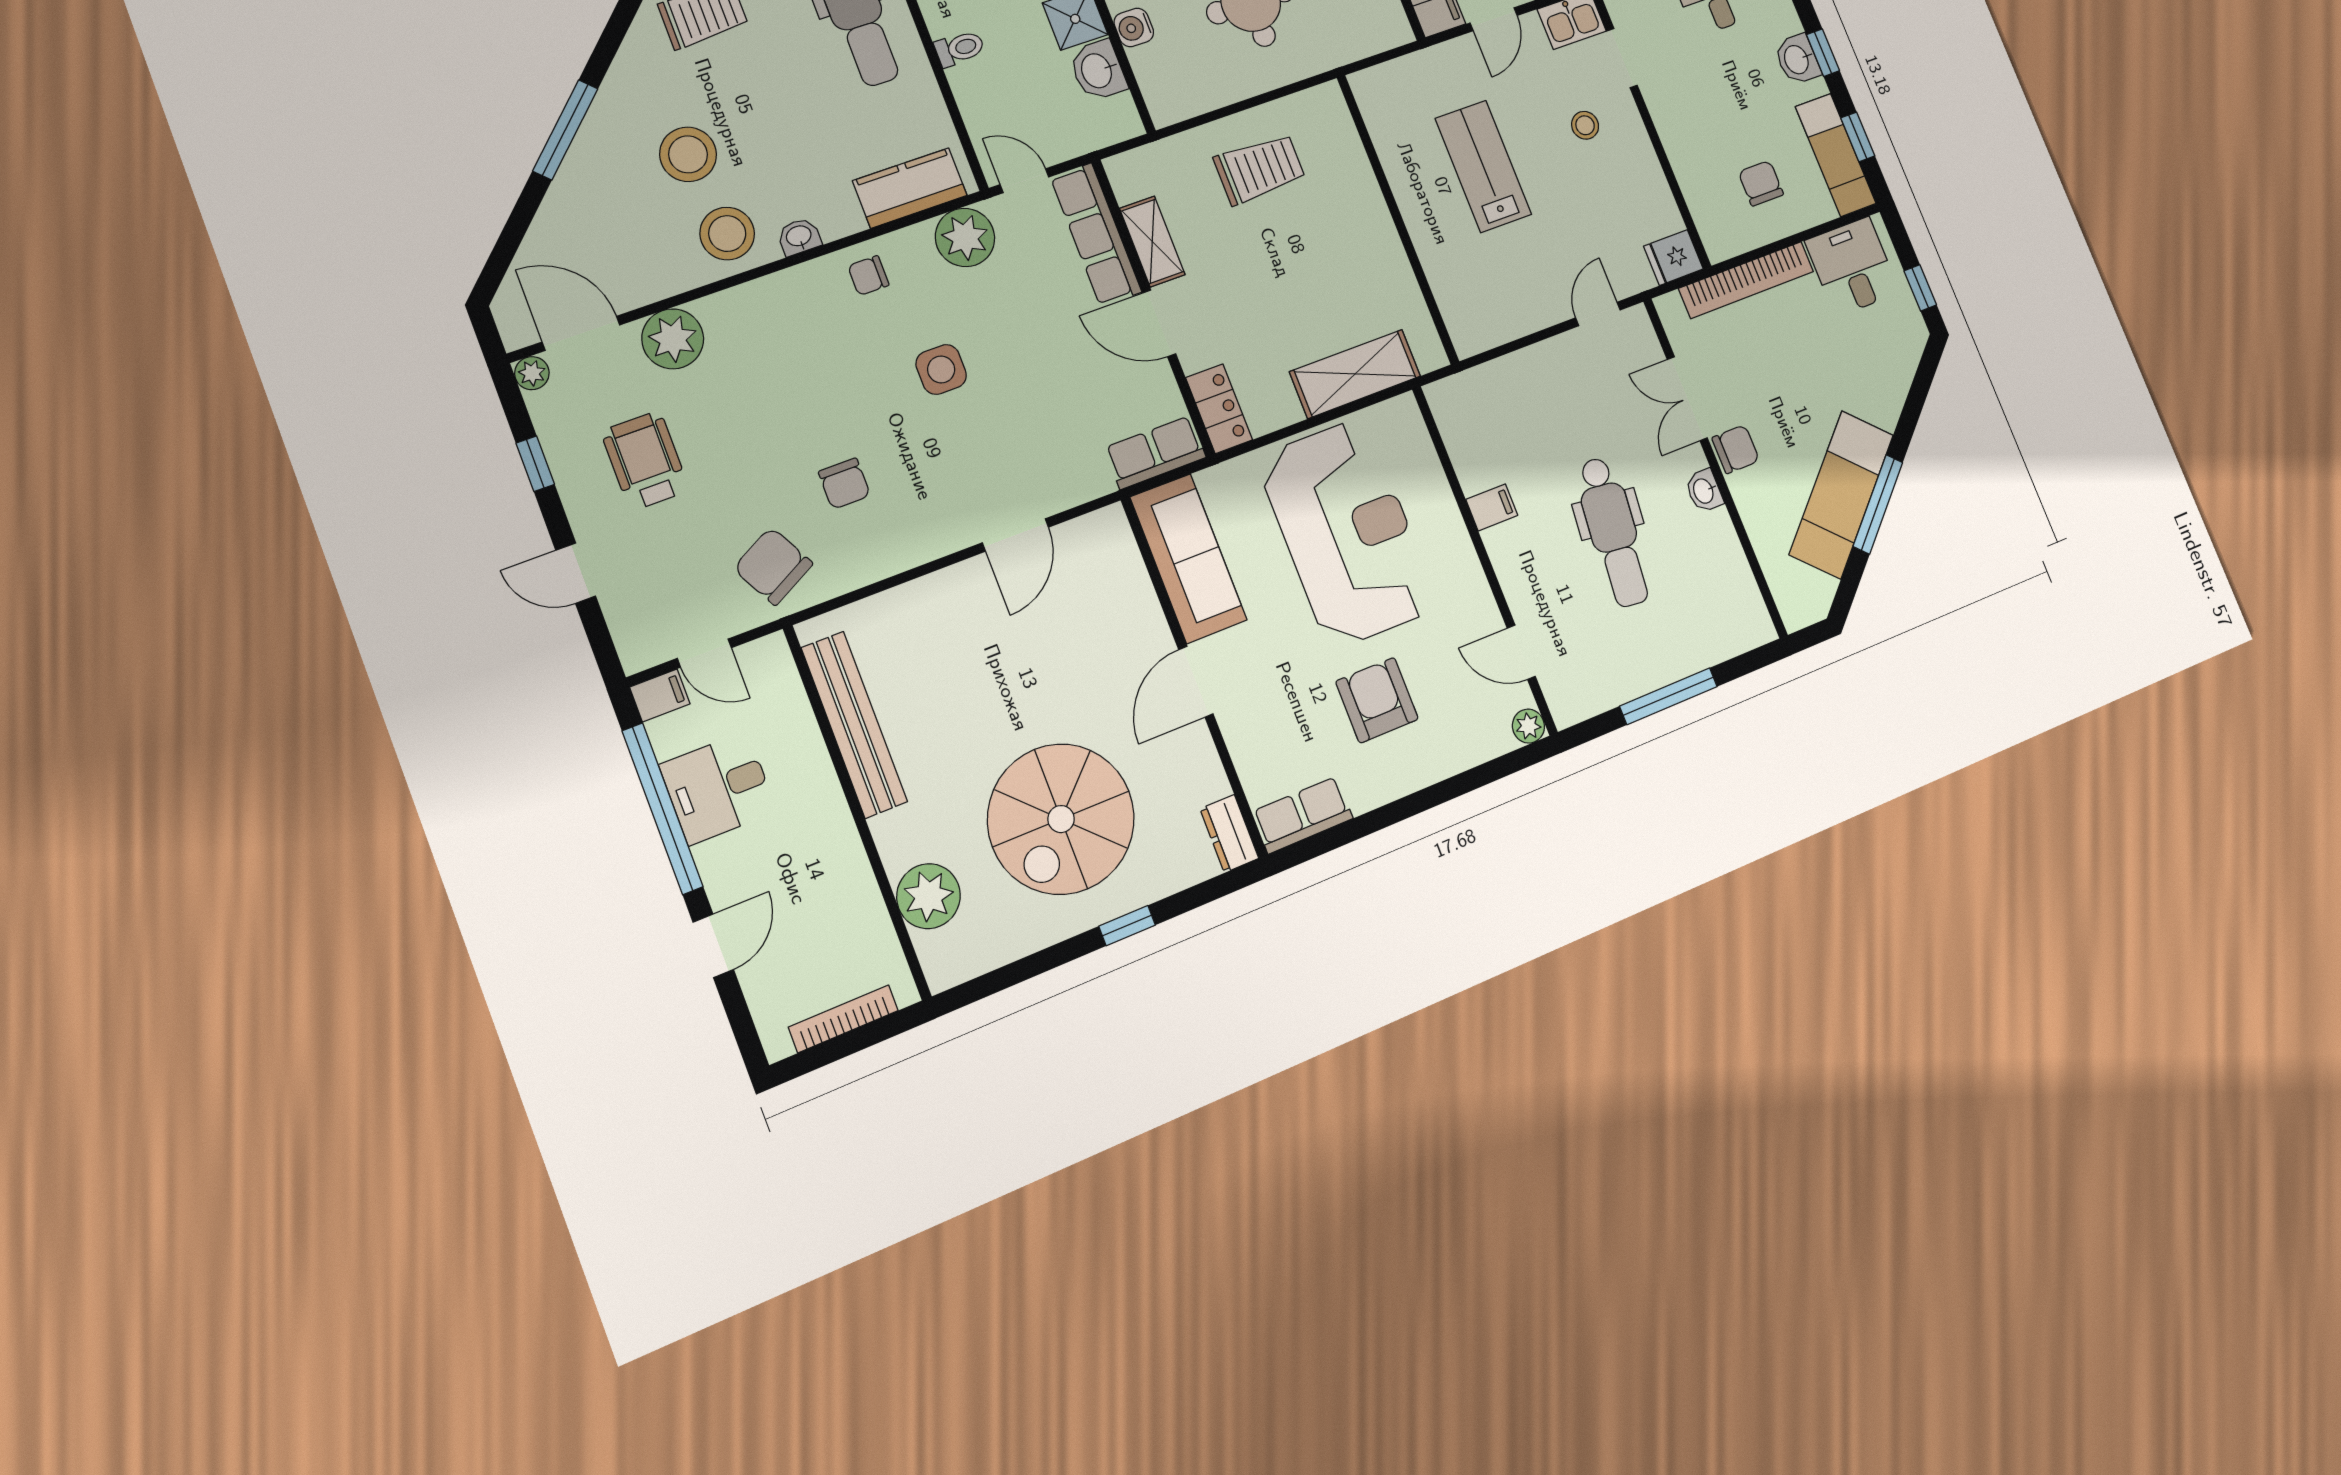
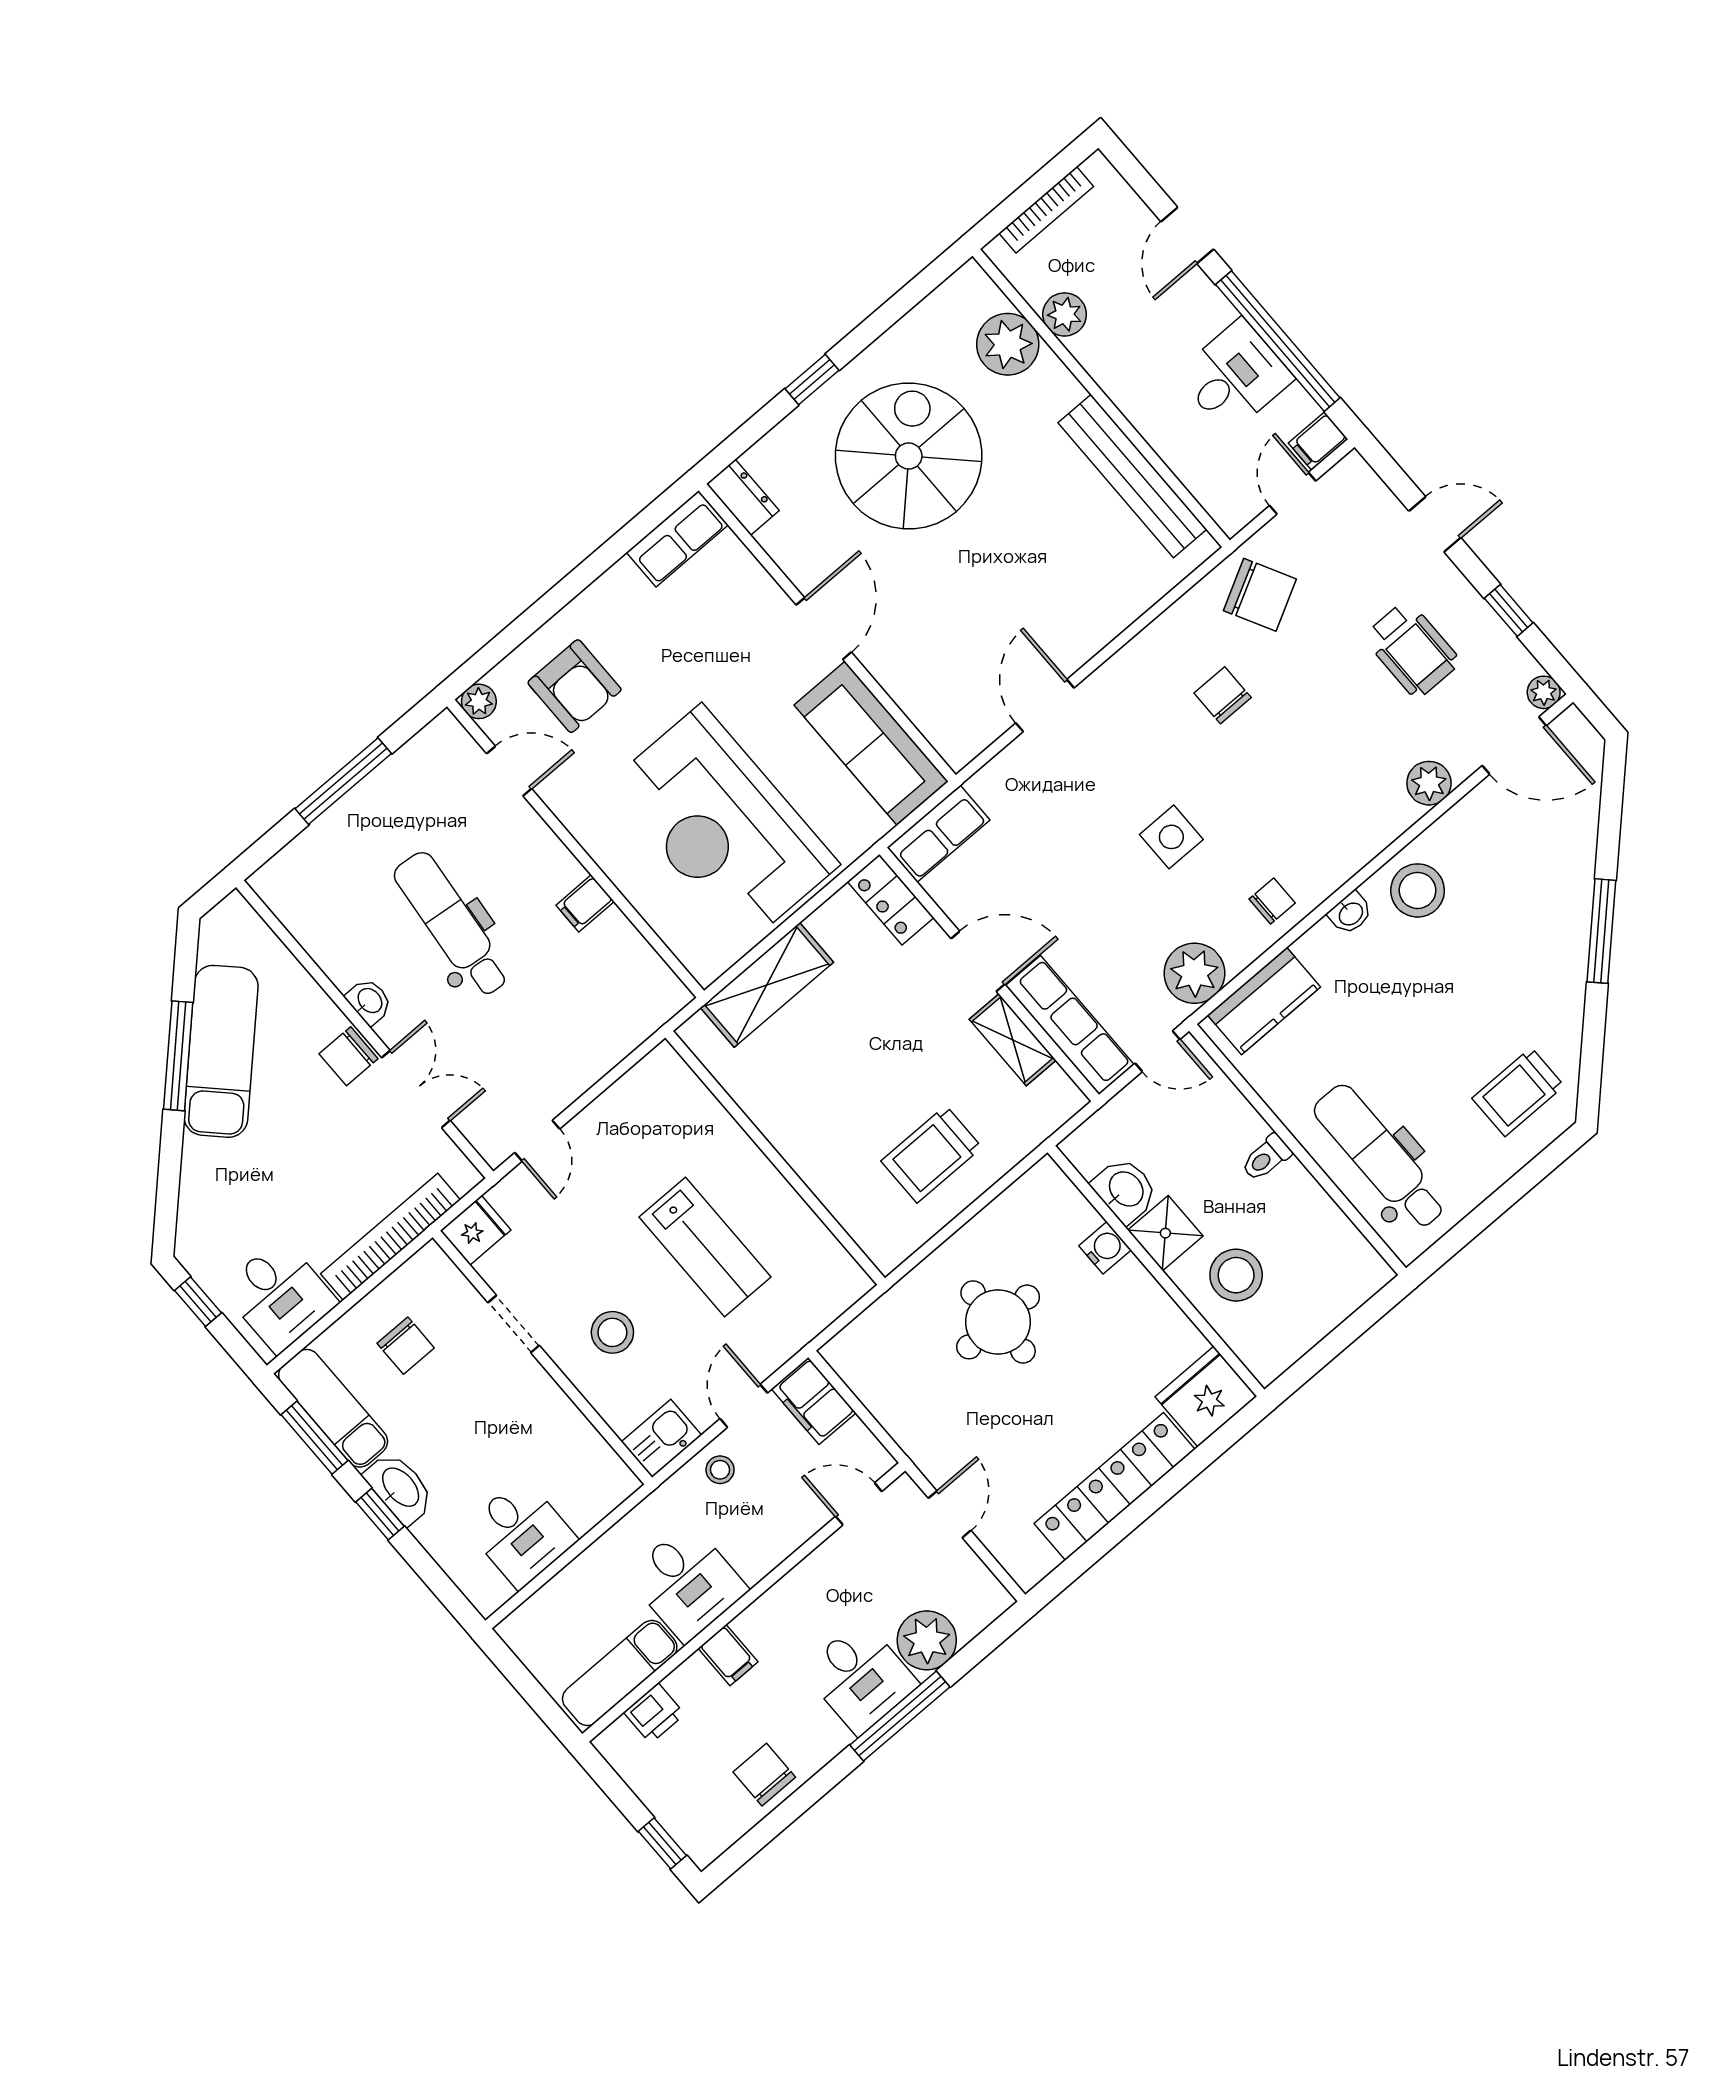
doorway: (1622, 58) -> (514, 1324), moved
washbasin: (1797, 59) -> (400, 1488), width x1.38
stool: (1585, 125) -> (612, 1332), width x1.37, depth x1.37
window: (1858, 137) -> (315, 1438), width x1.50
stool: (688, 154) -> (1482, 952), removed
plant: (673, 339) -> (1429, 783), width x0.73, depth x0.73
door: (704, 653) -> (1293, 493), hinge flipped
armchair: (1377, 700) -> (575, 686), moved
plant: (863, 907) -> (1065, 314), added

